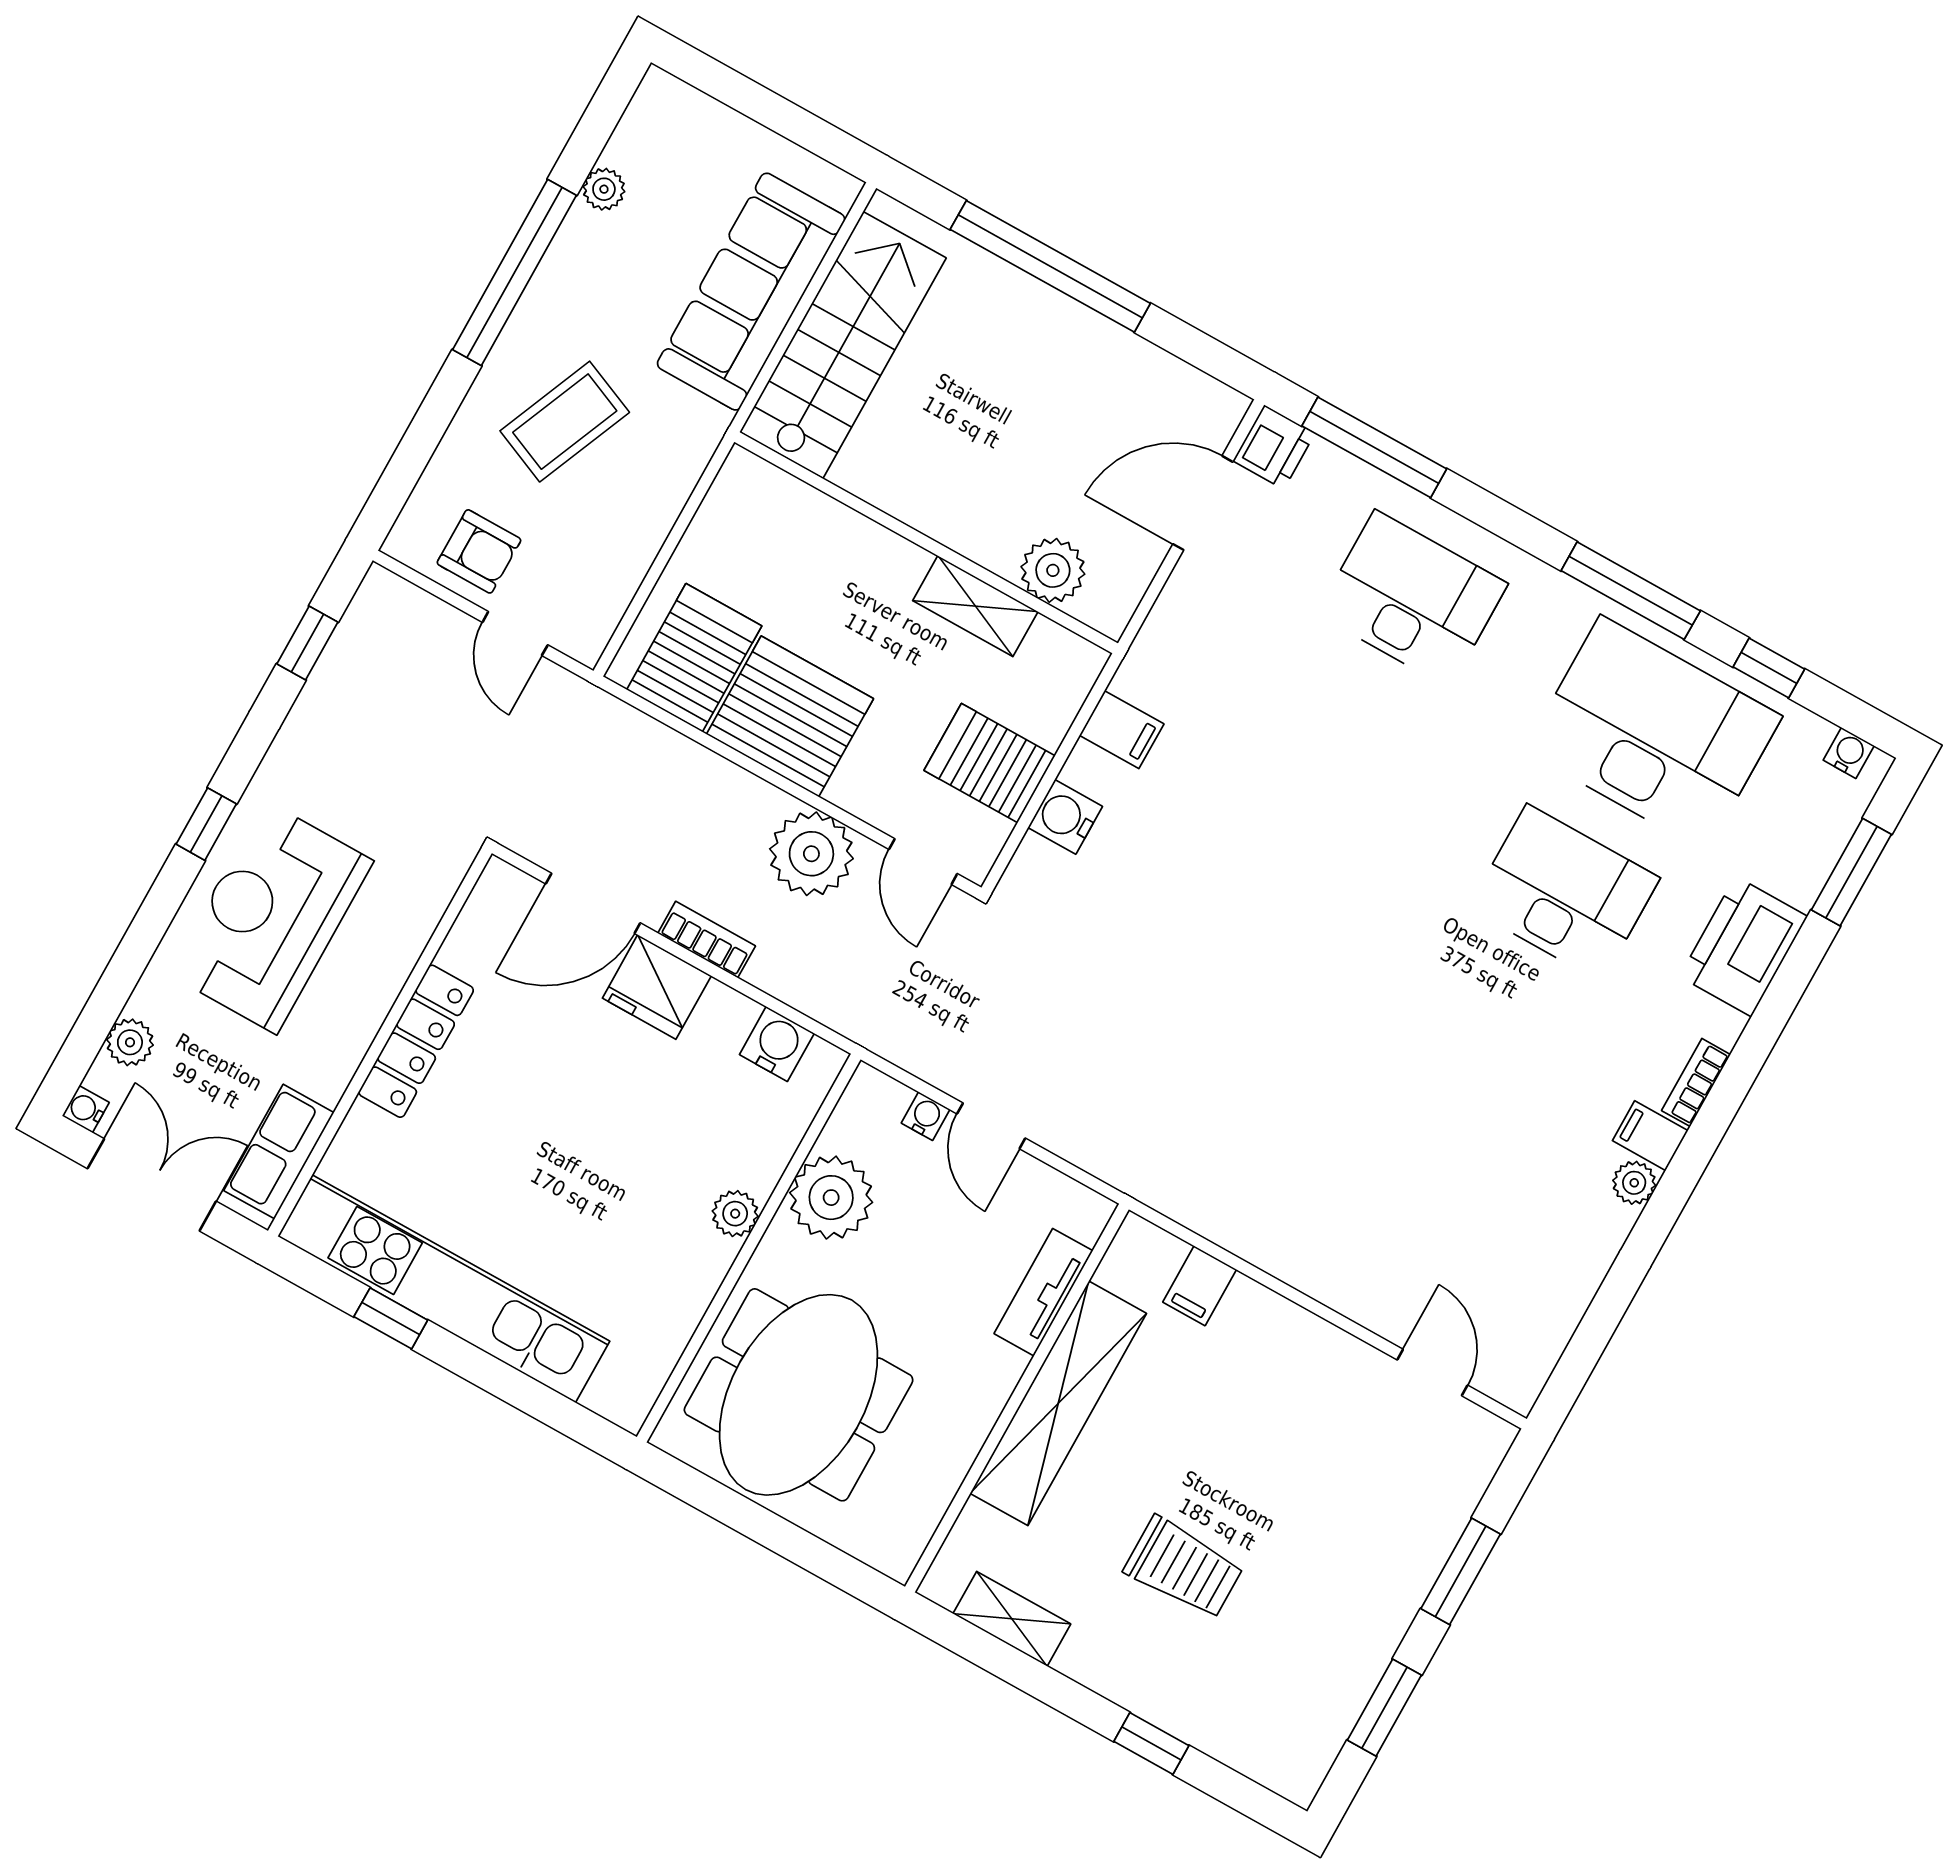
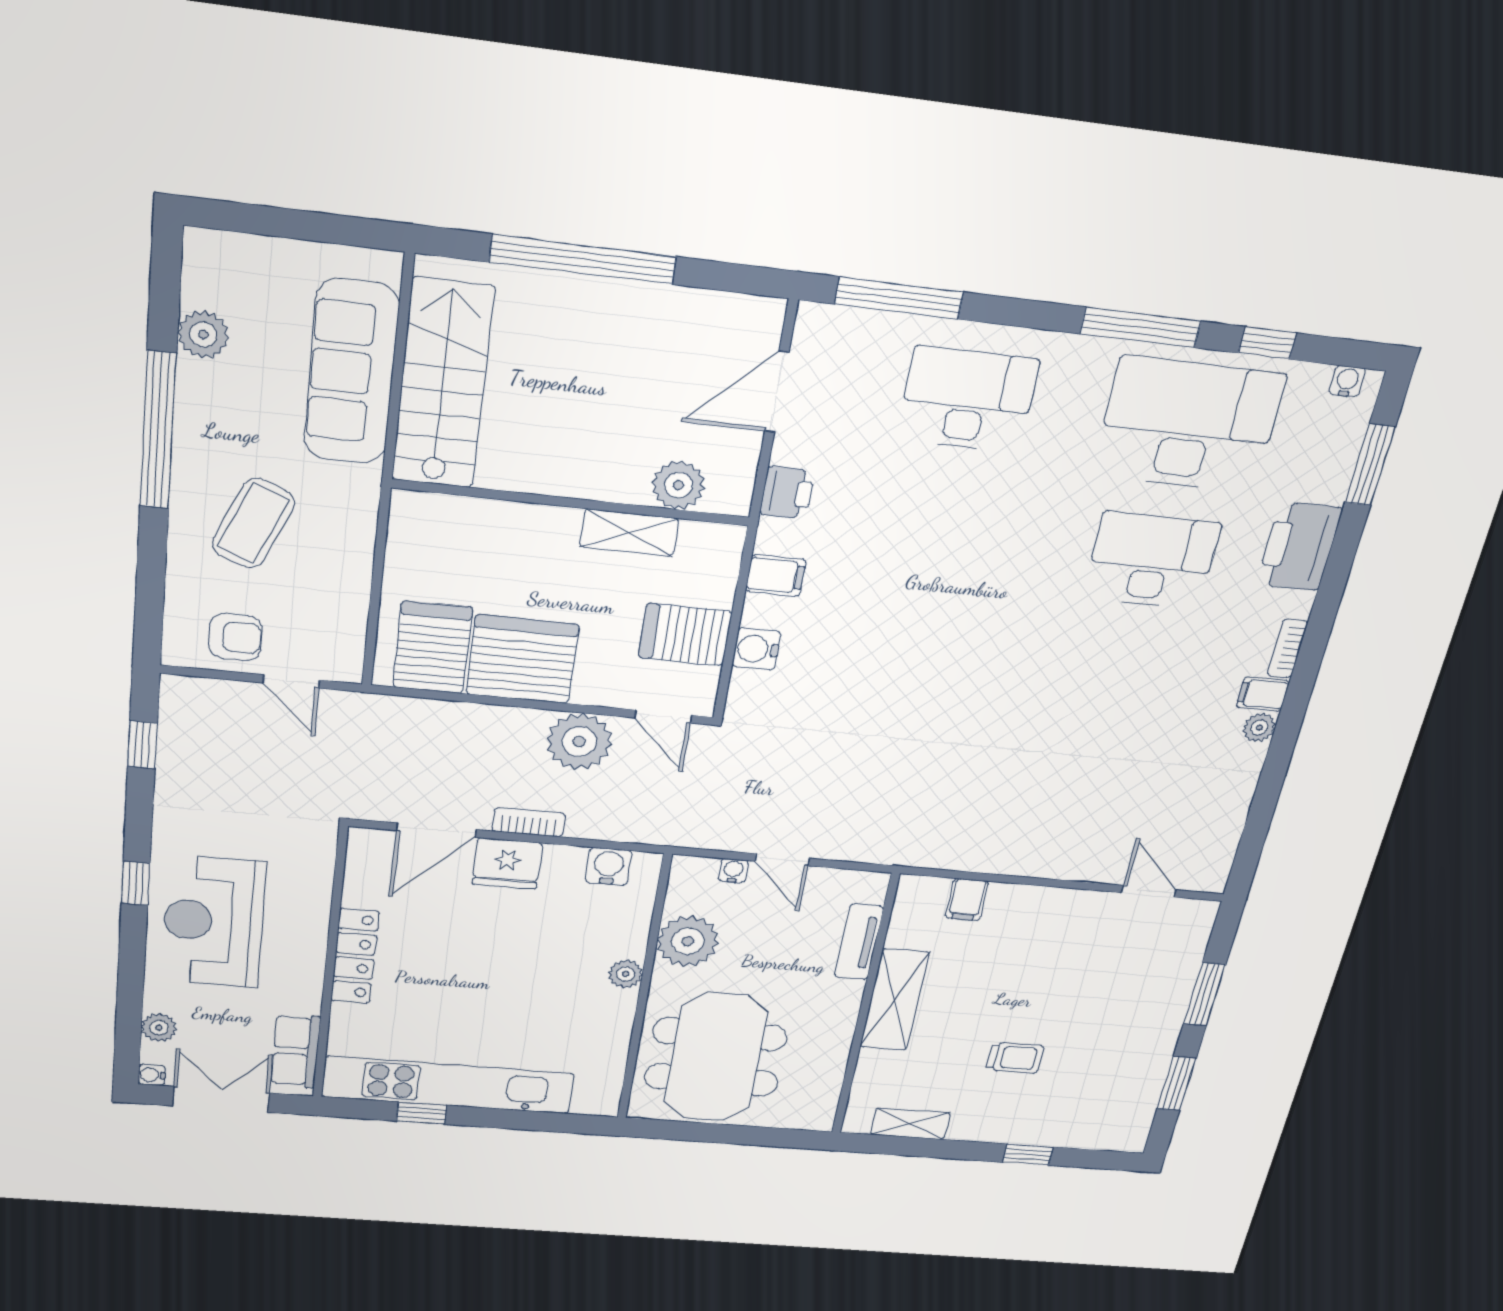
plant: (604, 189) -> (203, 334), width x1.38, depth x1.38
printer: (1274, 447) -> (787, 493), moved
shelving: (1058, 1403) -> (895, 1000), width x0.68
trolley: (1184, 1568) -> (1015, 1058), width x0.73, depth x0.72

